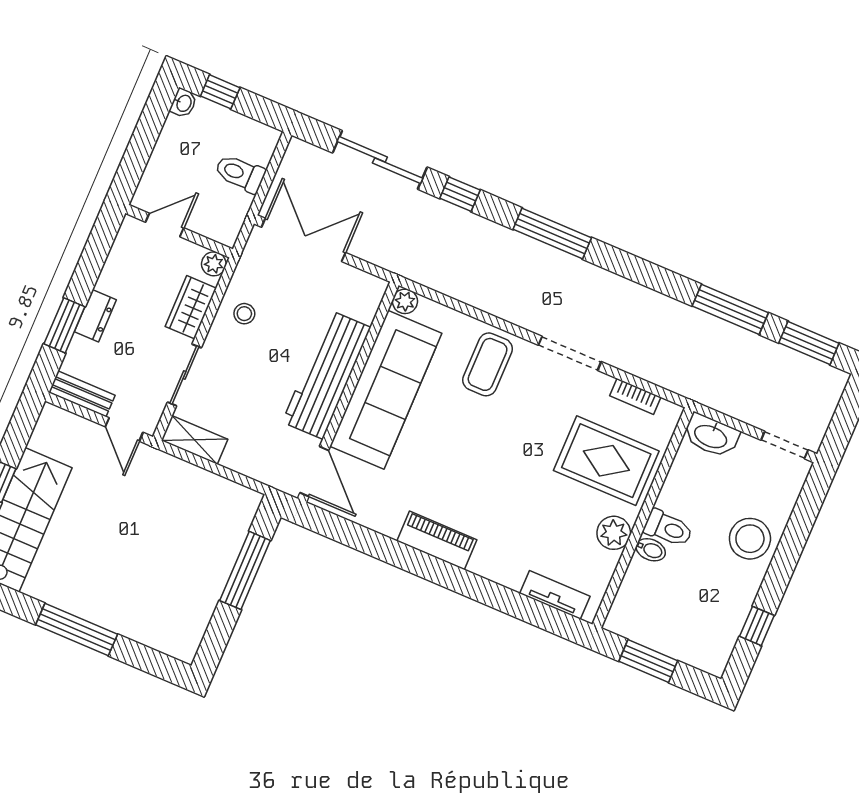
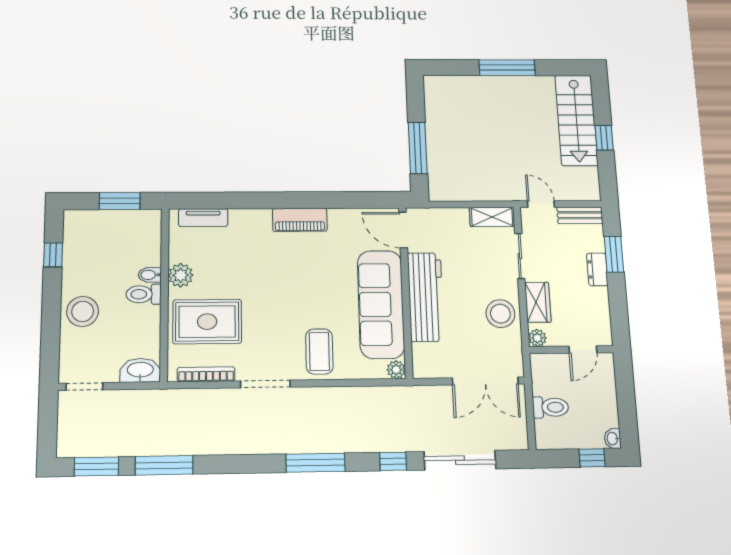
stool: (244, 314) -> (500, 314), width x1.89, depth x1.89
bookcase: (635, 396) -> (206, 374), width x1.56

